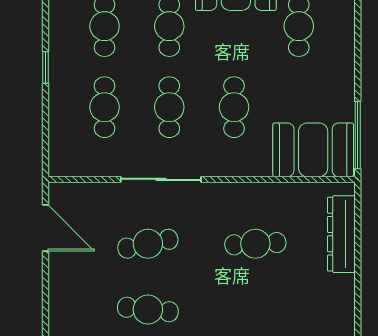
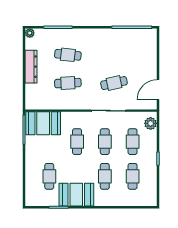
plant: (63, 149) -> (151, 123), added
door: (45, 228) -> (158, 90), hinge flipped
dresser: (341, 234) -> (31, 67), moved
cafe table: (148, 309) -> (68, 55), moved

